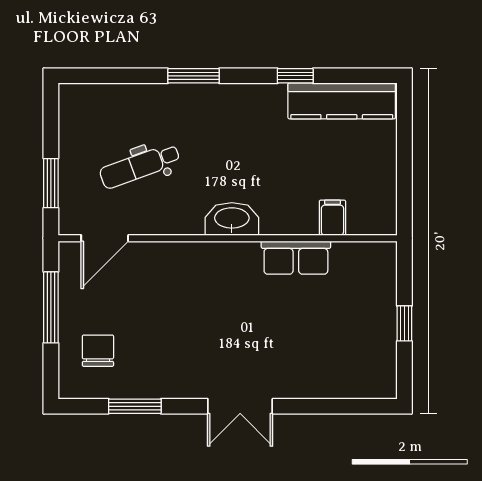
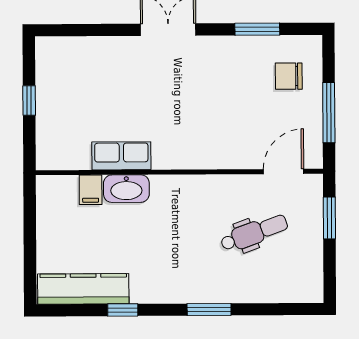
washbasin: (232, 219) -> (126, 189), moved
chair: (98, 351) -> (289, 76), turned 90

